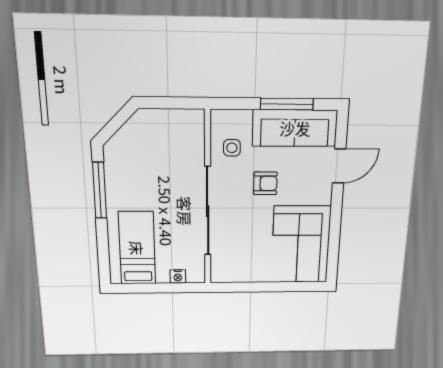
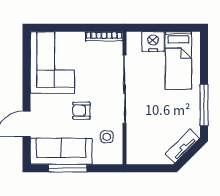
tv unit: (127, 134) -> (182, 146), added
nightstand: (178, 276) -> (153, 42), width x1.89, depth x1.79
bookcase: (234, 277) -> (104, 36), added

